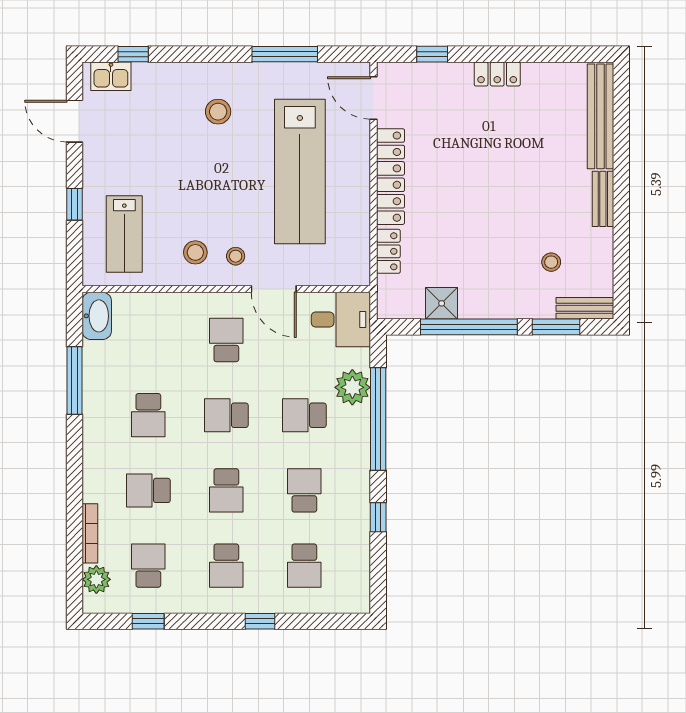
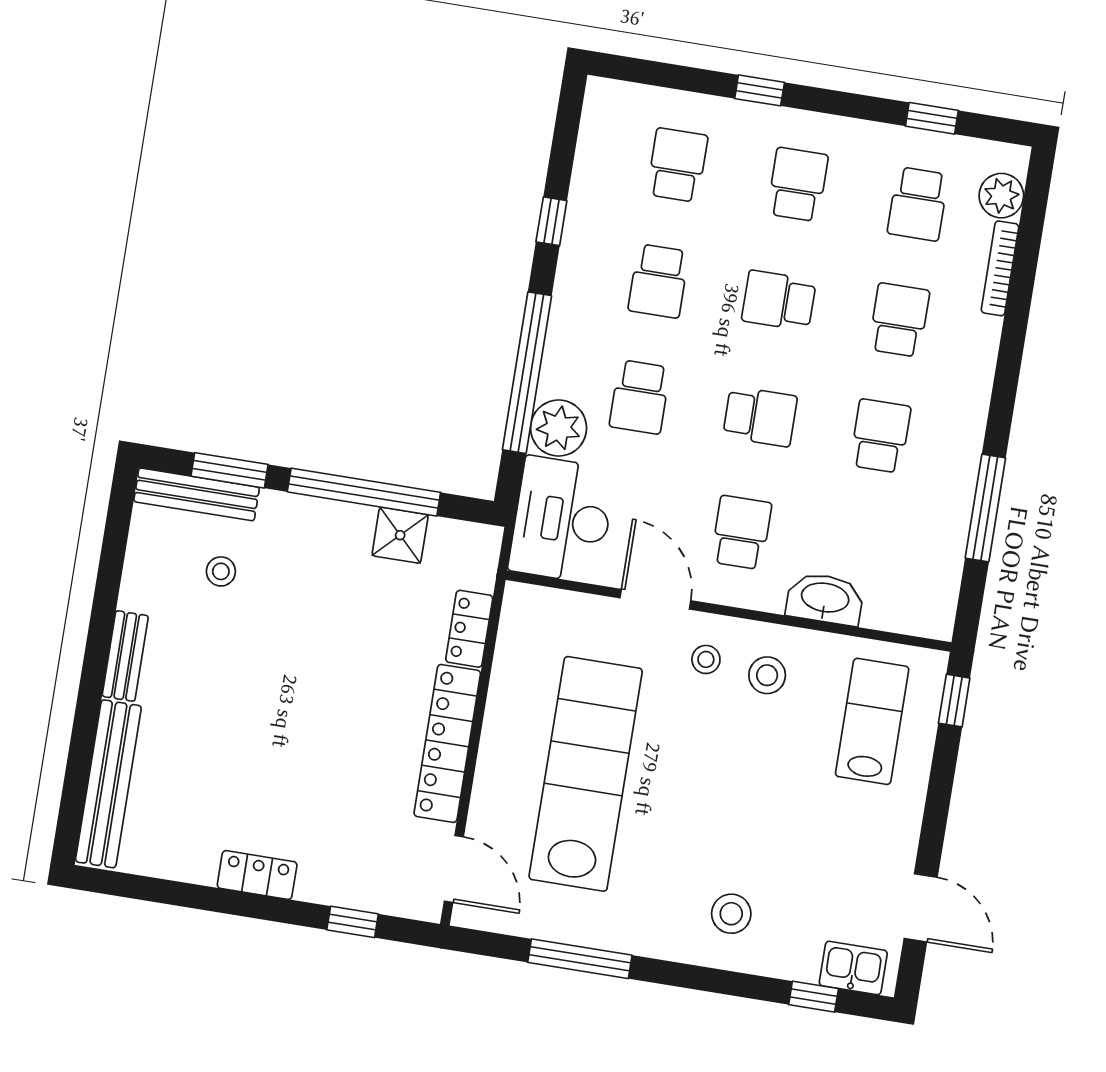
stool: (218, 112) -> (731, 914), moved
window: (75, 204) -> (954, 701), moved
bench: (585, 308) -> (197, 494), width x1.36
washbasin: (97, 316) -> (825, 599), moved, turned 90
desk: (341, 320) -> (562, 520), width x1.37
school desk: (226, 340) -> (741, 532), turned 180
school desk: (304, 415) -> (640, 397), turned 90
school desk: (148, 490) -> (899, 320), turned -90
school desk: (226, 490) -> (779, 300), turned -90

